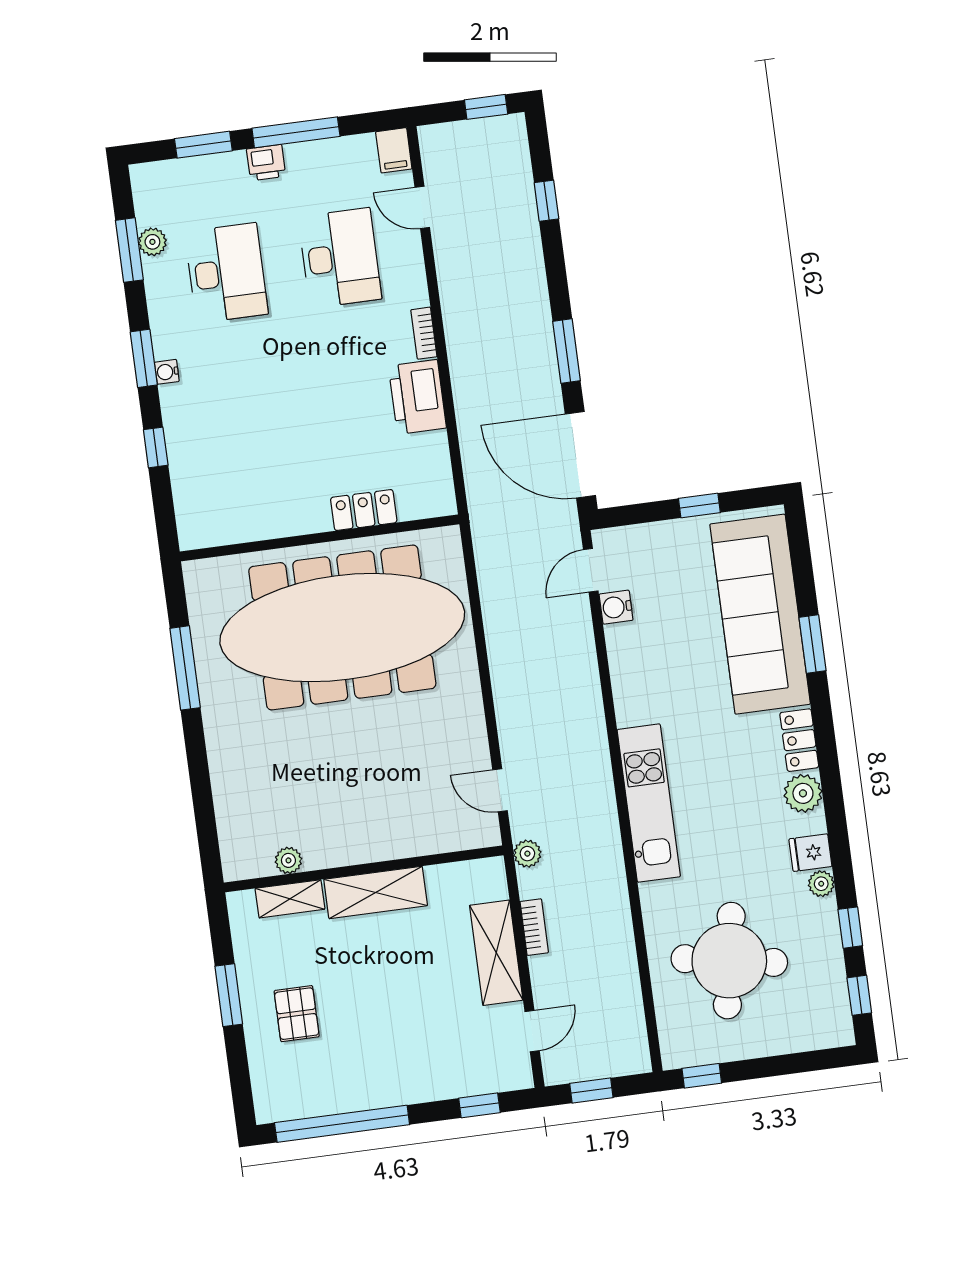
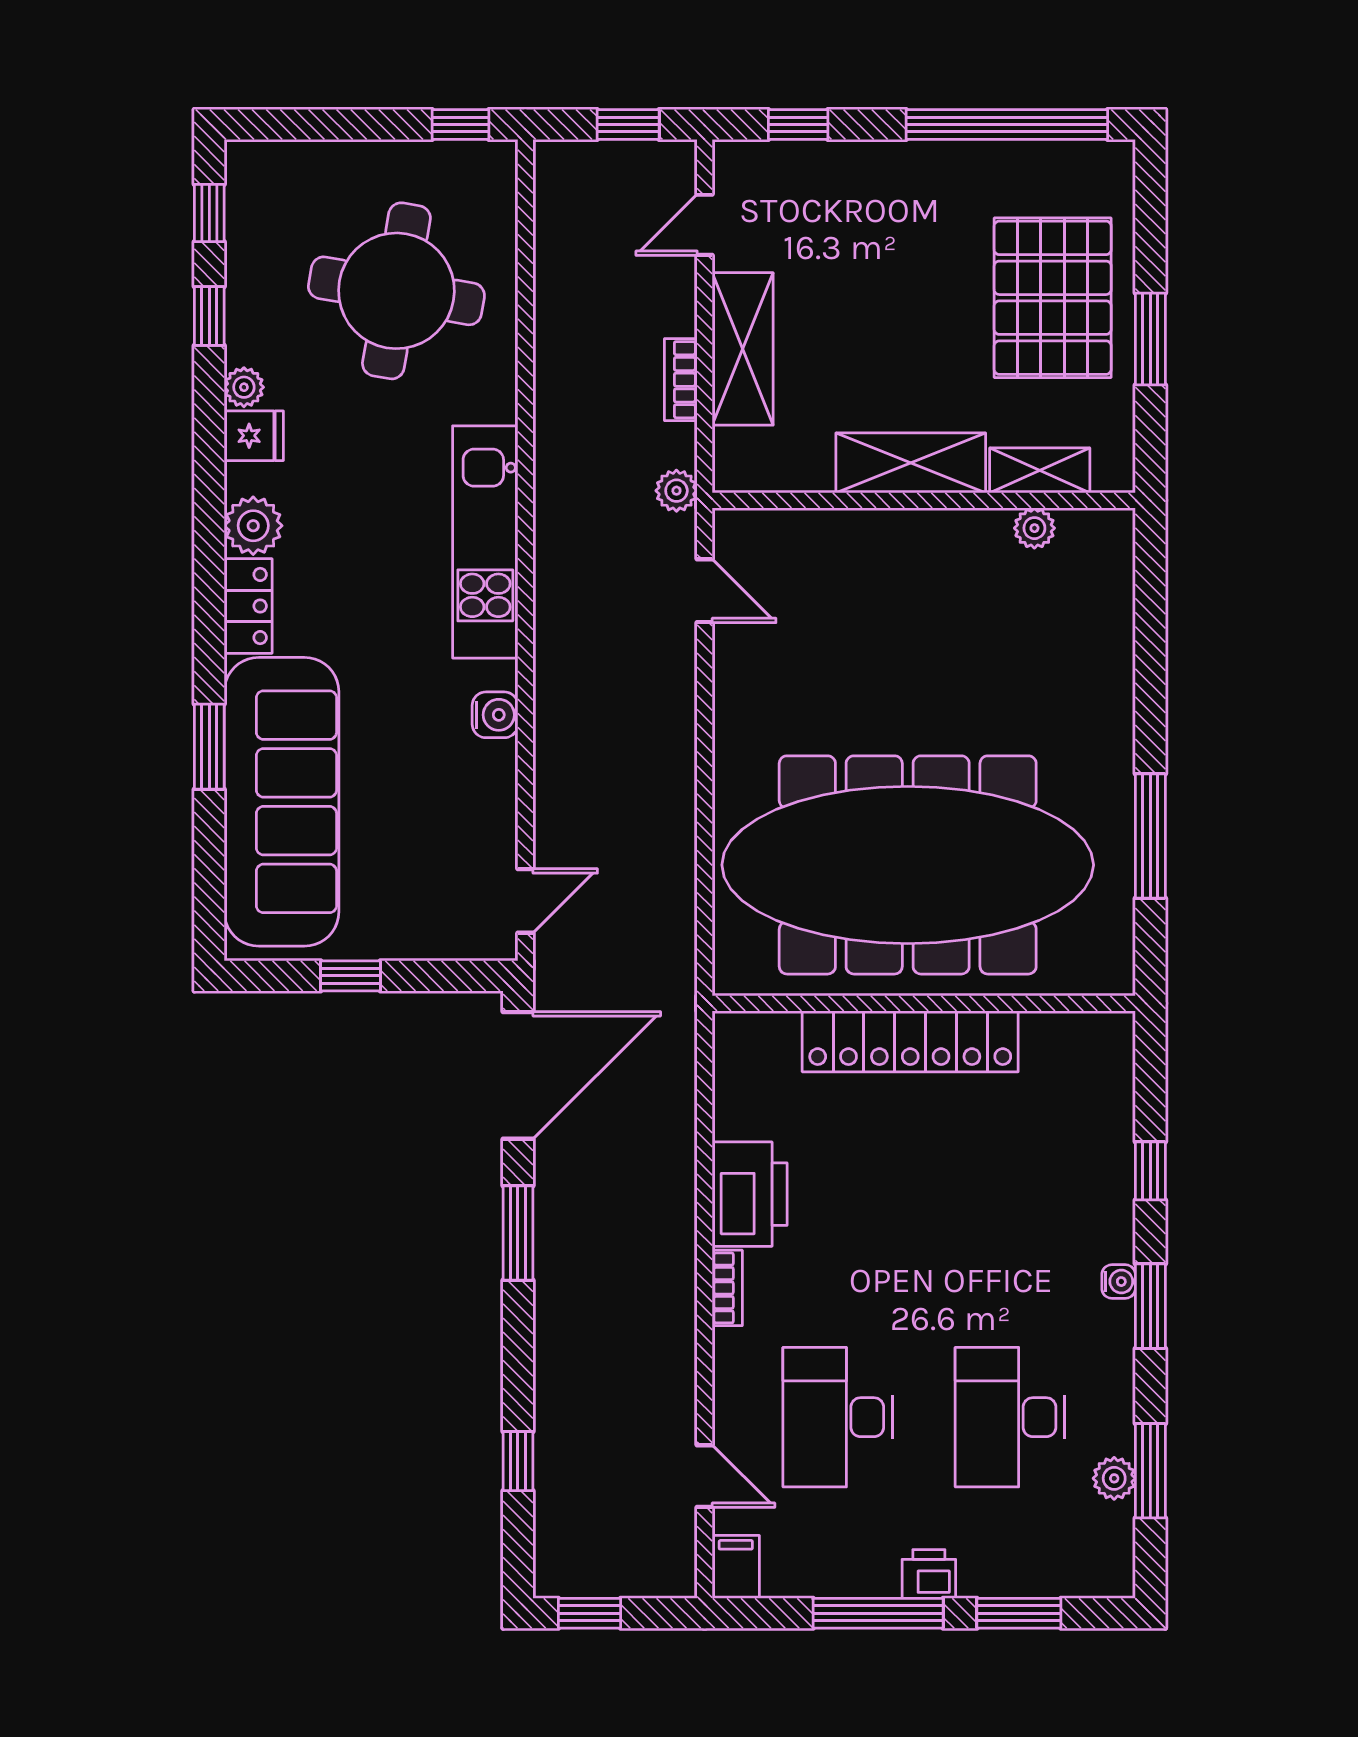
door: (580, 455) -> (518, 1075), hinge flipped
locker: (364, 510) -> (910, 1041), width x2.16, depth x1.21
water cooler: (616, 607) -> (495, 715), moved
pallet: (297, 1014) -> (1053, 298), width x2.05, depth x2.00

